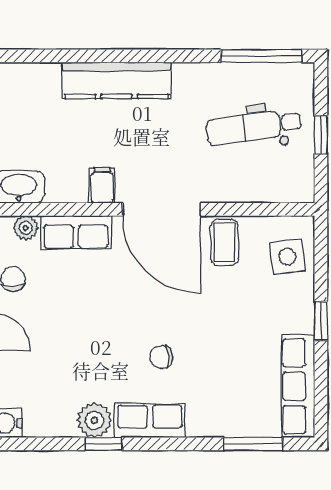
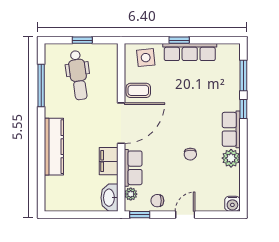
window: (261, 56) -> (41, 85), moved
filing cabinet: (102, 185) -> (109, 161), width x2.00
chair: (161, 357) -> (190, 154), moved
row of seats: (298, 386) -> (190, 52), moved
window: (103, 444) -> (243, 109), moved

